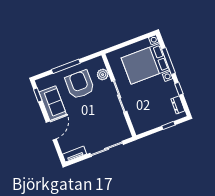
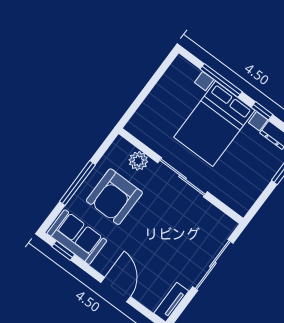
bed with nightstands: (145, 64) -> (214, 124), moved
armchair: (80, 85) -> (114, 197), turned -90
sofa: (53, 103) -> (77, 237), moved

